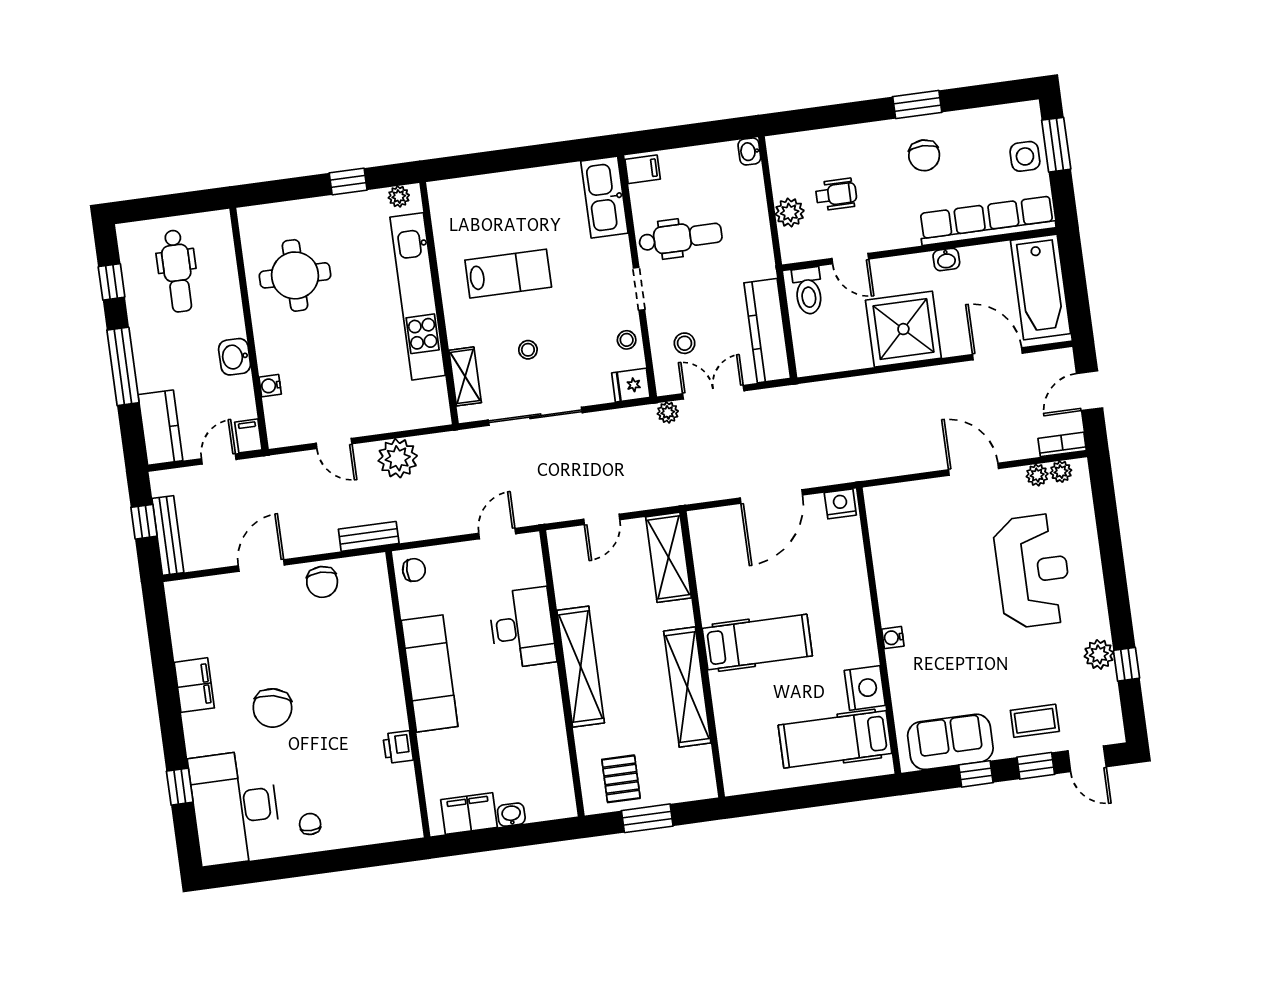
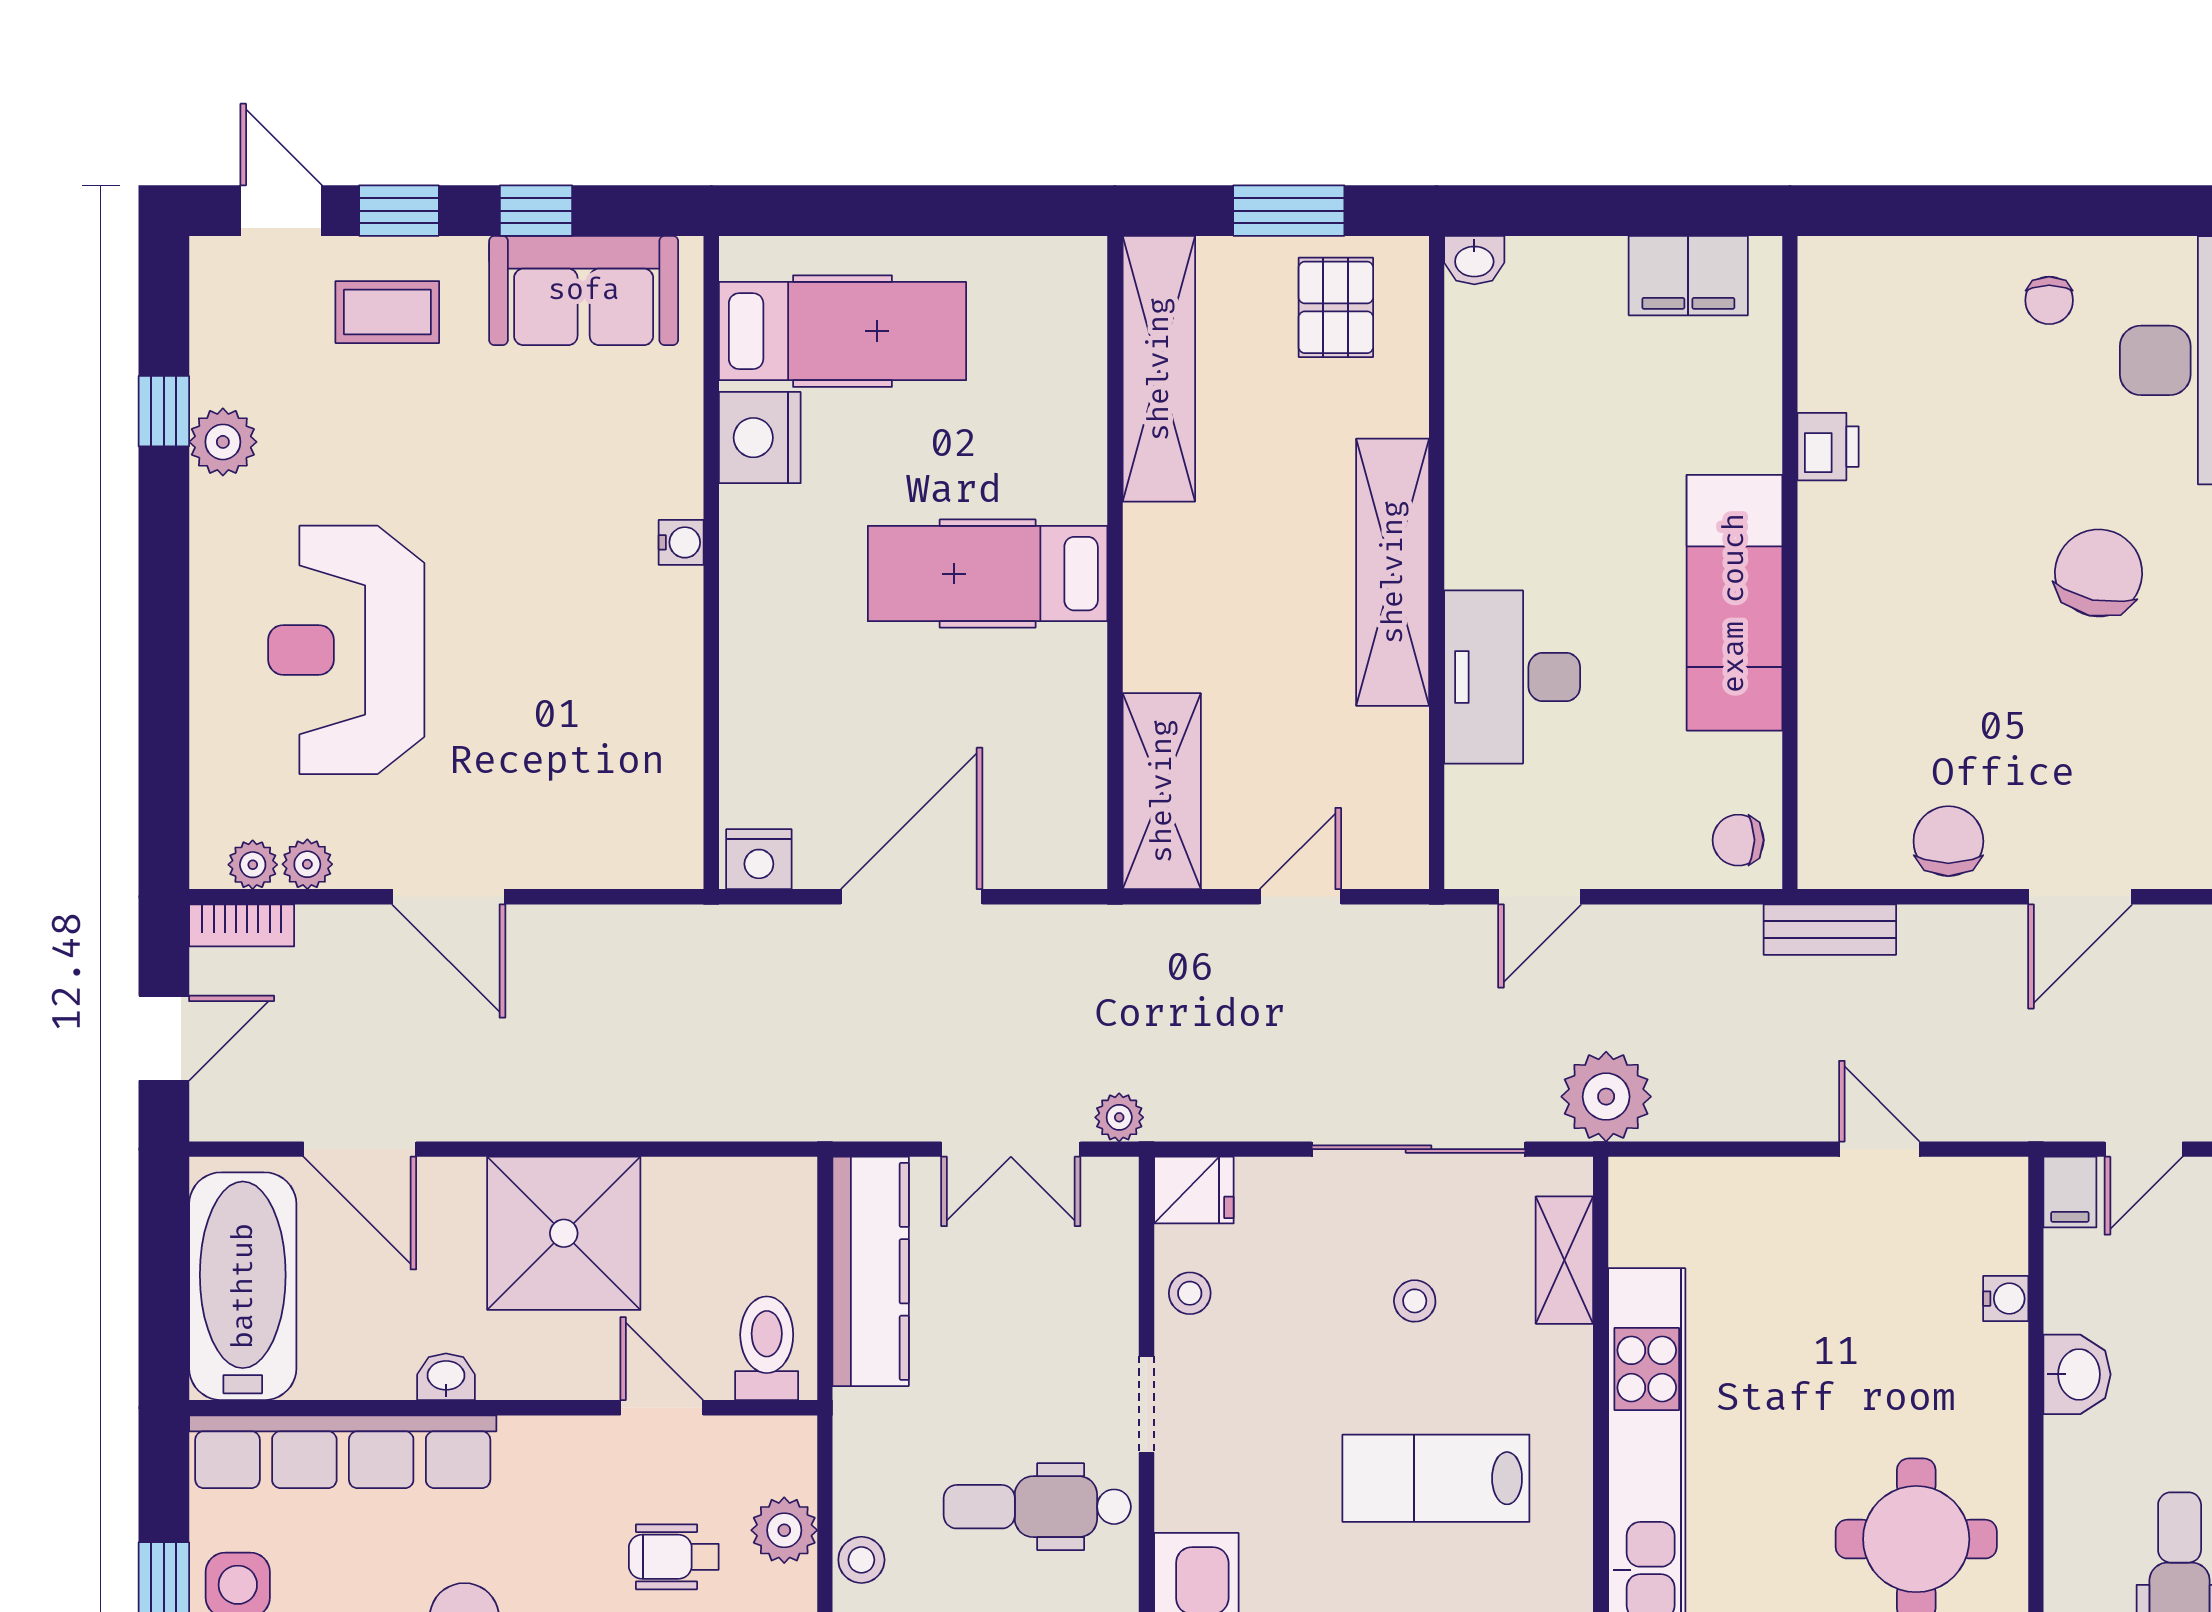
stool: (685, 343) -> (861, 1560), moved
plant: (398, 458) -> (1606, 1097), moved
shelving: (687, 687) -> (1159, 369), moved
washbasin: (511, 815) -> (1474, 260), moved

